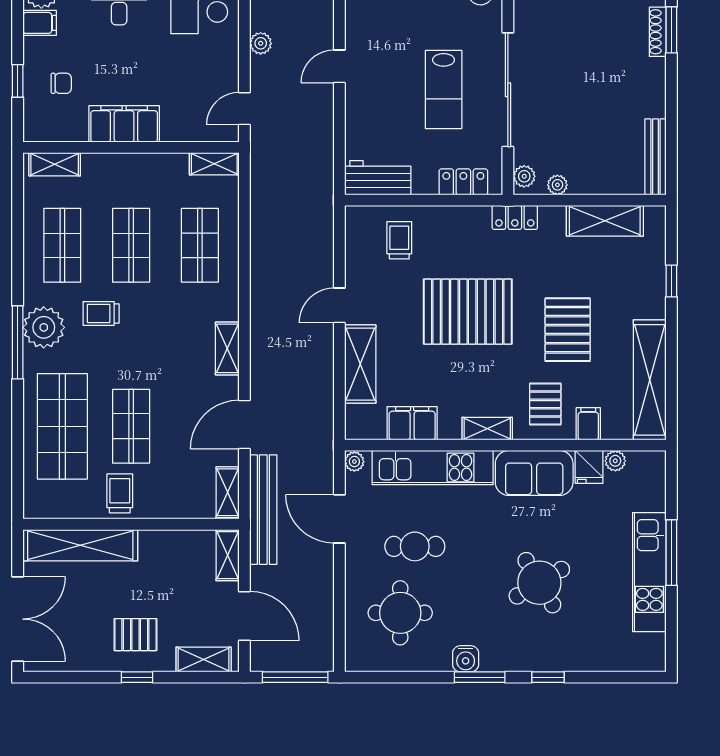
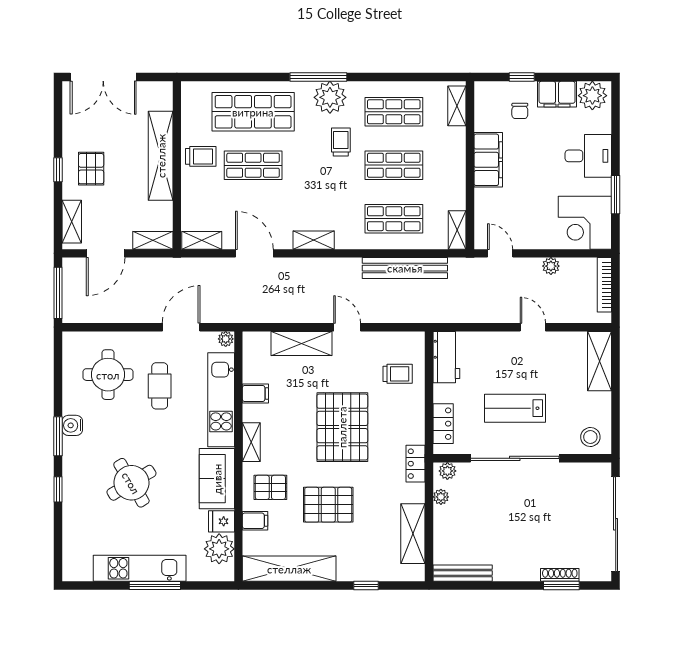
filing cabinet: (40, 23) -> (557, 94), width x2.00
filing cabinet: (412, 423) -> (255, 394), width x0.50
plant: (615, 461) -> (219, 549), width x1.88, depth x1.88
bench: (263, 510) -> (405, 268), moved
shelving: (80, 545) -> (161, 156), moved

